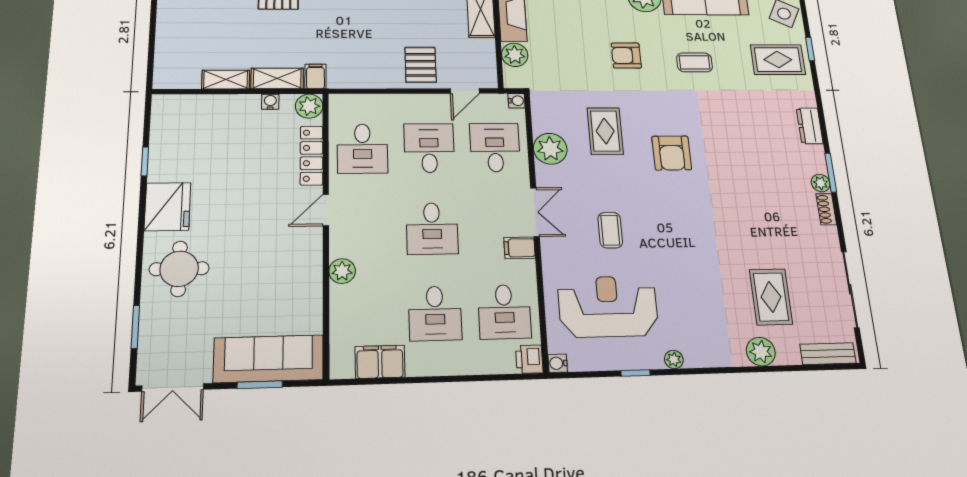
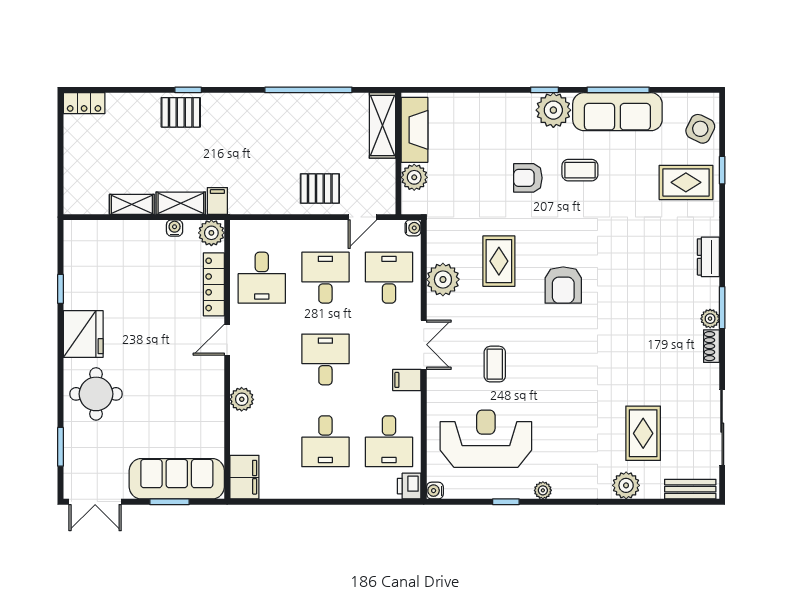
coffee table: (695, 62) -> (580, 170), moved
pallet: (421, 65) -> (320, 188), turned 90
desk: (432, 229) -> (325, 359), turned 180
filing cabinet: (380, 362) -> (244, 477), moved, turned 90

